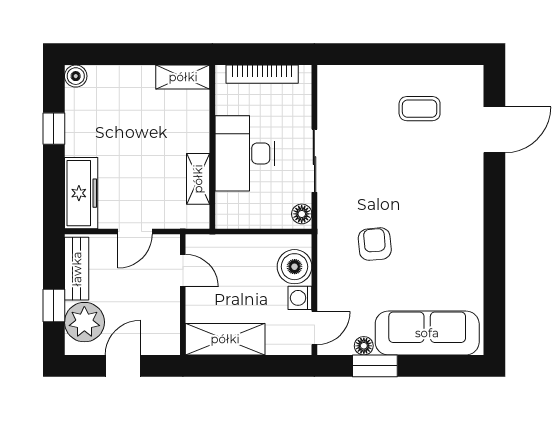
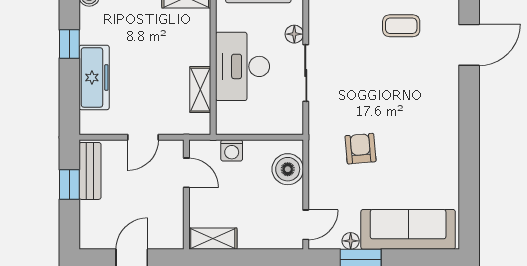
freezer: (81, 193) -> (94, 77), moved
floor lamp: (302, 214) -> (294, 34), moved
washing machine: (300, 298) -> (232, 150), moved, turned -90
window: (54, 306) -> (69, 184), moved
plant: (84, 322) -> (97, 219), removed
shelving: (225, 339) -> (213, 239), width x0.67, depth x0.75

